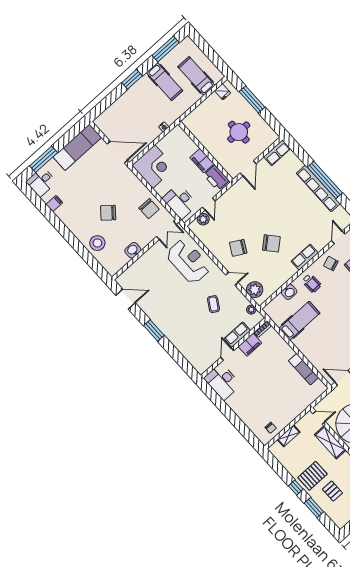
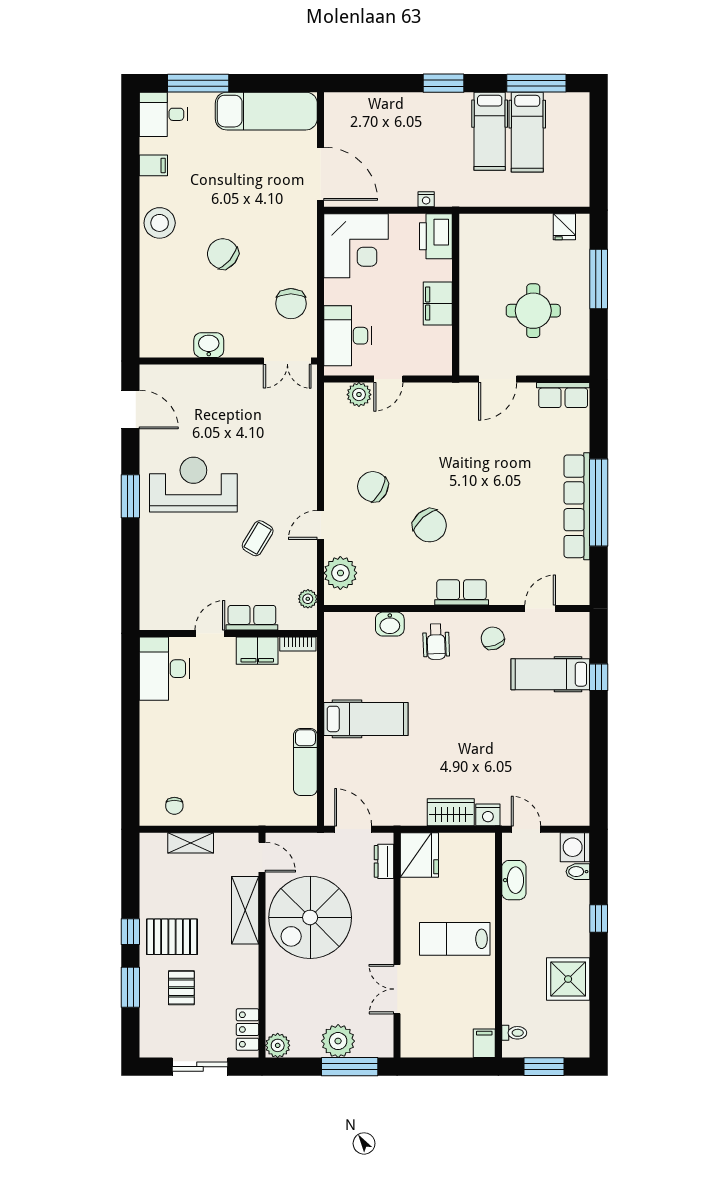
hospital bed: (196, 76) -> (527, 132), moved, turned 180
printer: (216, 178) -> (436, 236), moved
stool: (97, 243) -> (160, 223), moved
reception desk: (188, 261) -> (193, 485), moved, turned -90
door: (232, 279) -> (321, 525), swing flipped
hospital bed: (299, 321) -> (366, 719), moved

